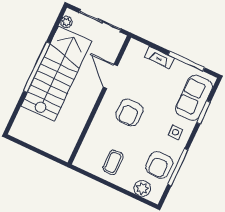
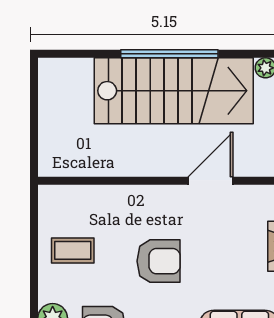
armchair: (129, 112) -> (159, 261), moved, turned 180

